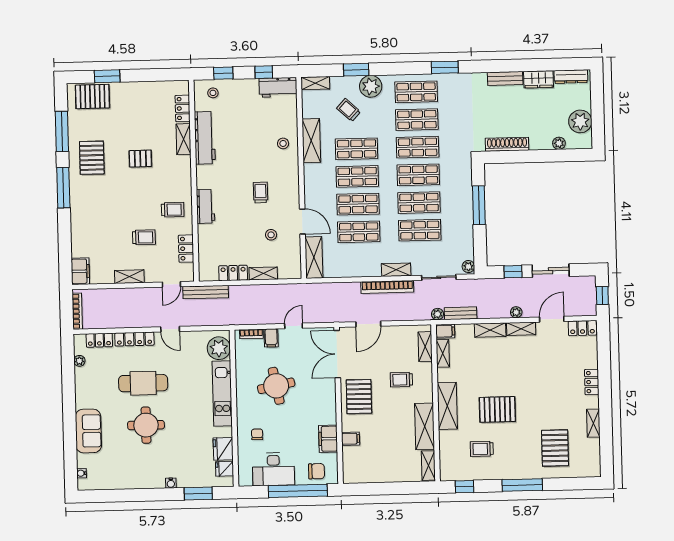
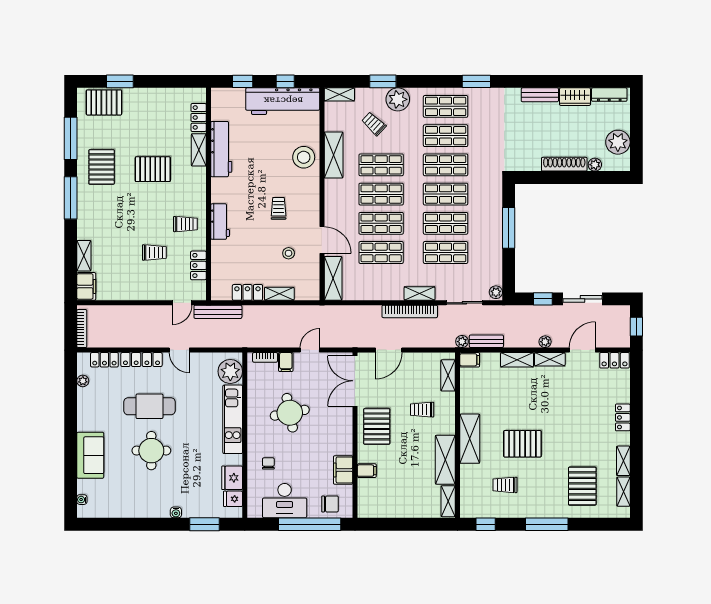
workbench: (278, 87) -> (283, 101), width x1.88, depth x1.32
stool: (213, 93) -> (231, 102), removed
stool: (283, 143) -> (304, 157), width x1.89, depth x1.89
shoe rack: (507, 144) -> (564, 164), moved
pallet: (140, 159) -> (153, 169), width x1.50, depth x1.42
shelving: (129, 277) -> (84, 256), moved, turned 90
shelving: (443, 353) -> (623, 492), moved

